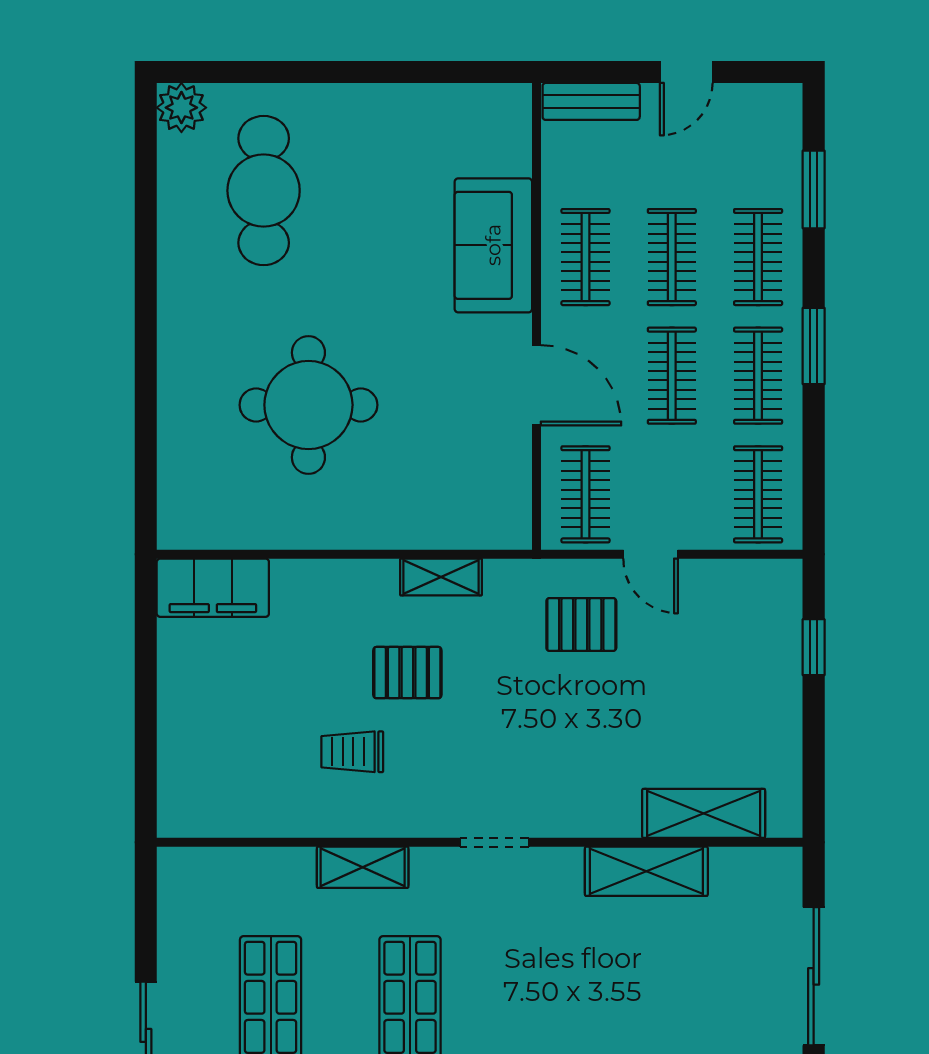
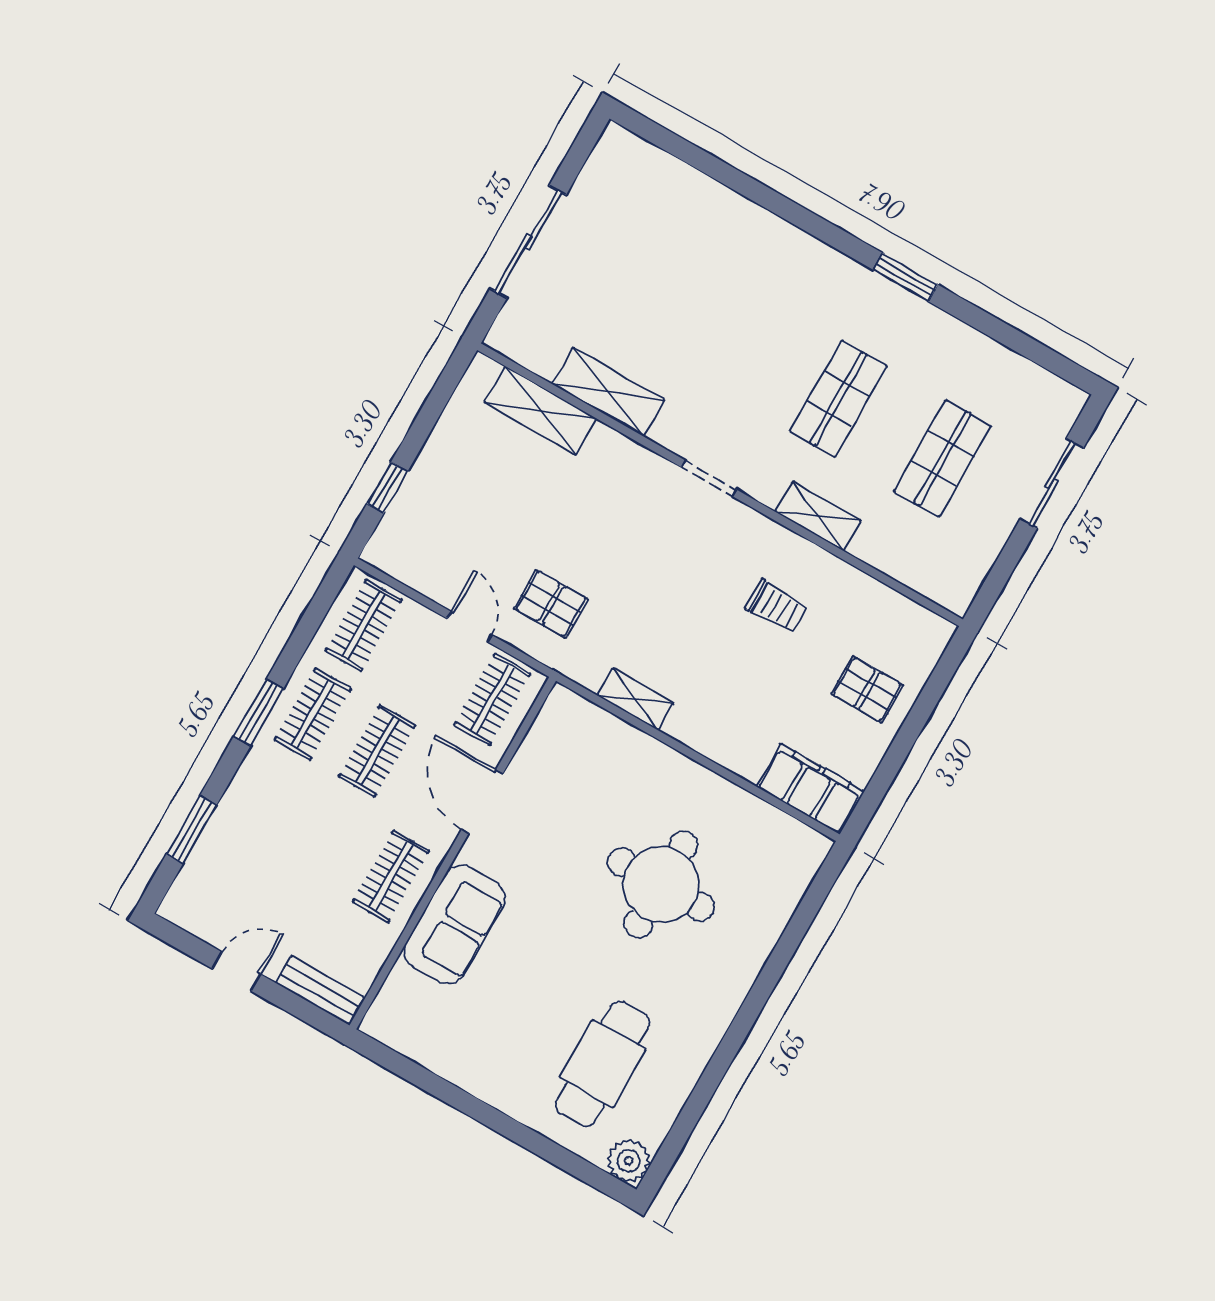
clothes rail: (672, 257) -> (326, 839), removed
clothes rail: (758, 257) -> (262, 803), removed
pallet: (407, 673) -> (867, 690), moved

